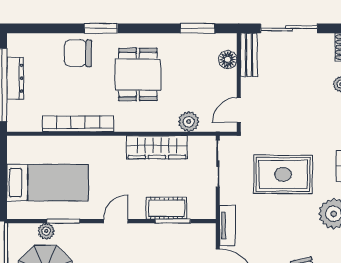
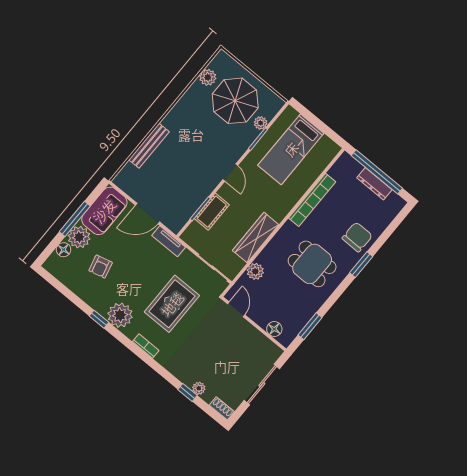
bench: (249, 55) -> (266, 345), removed

